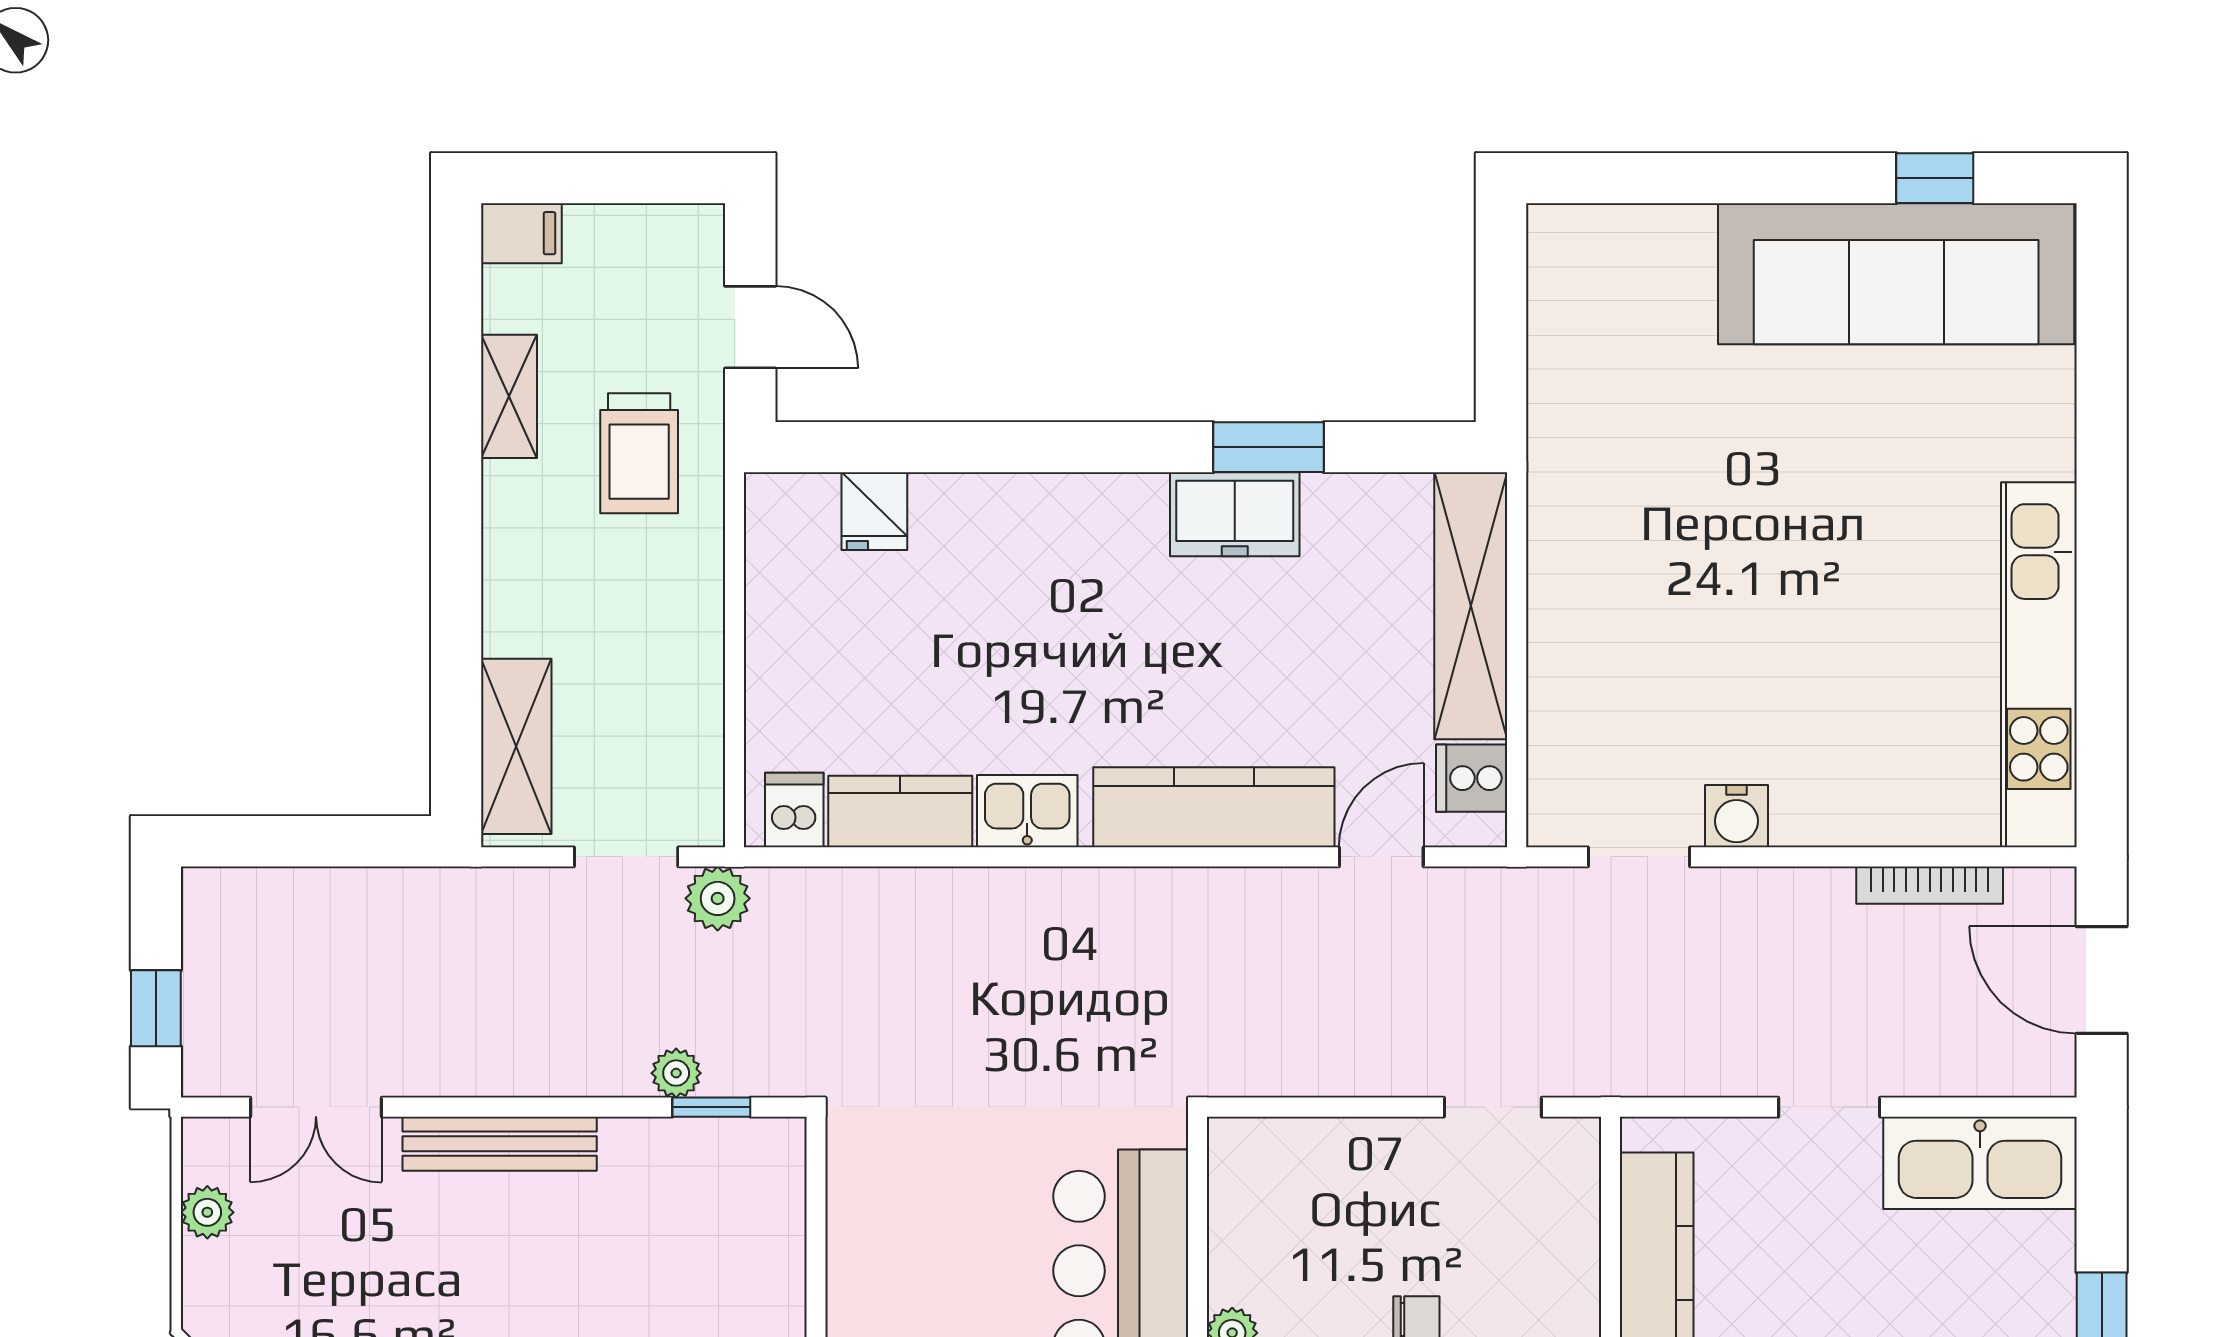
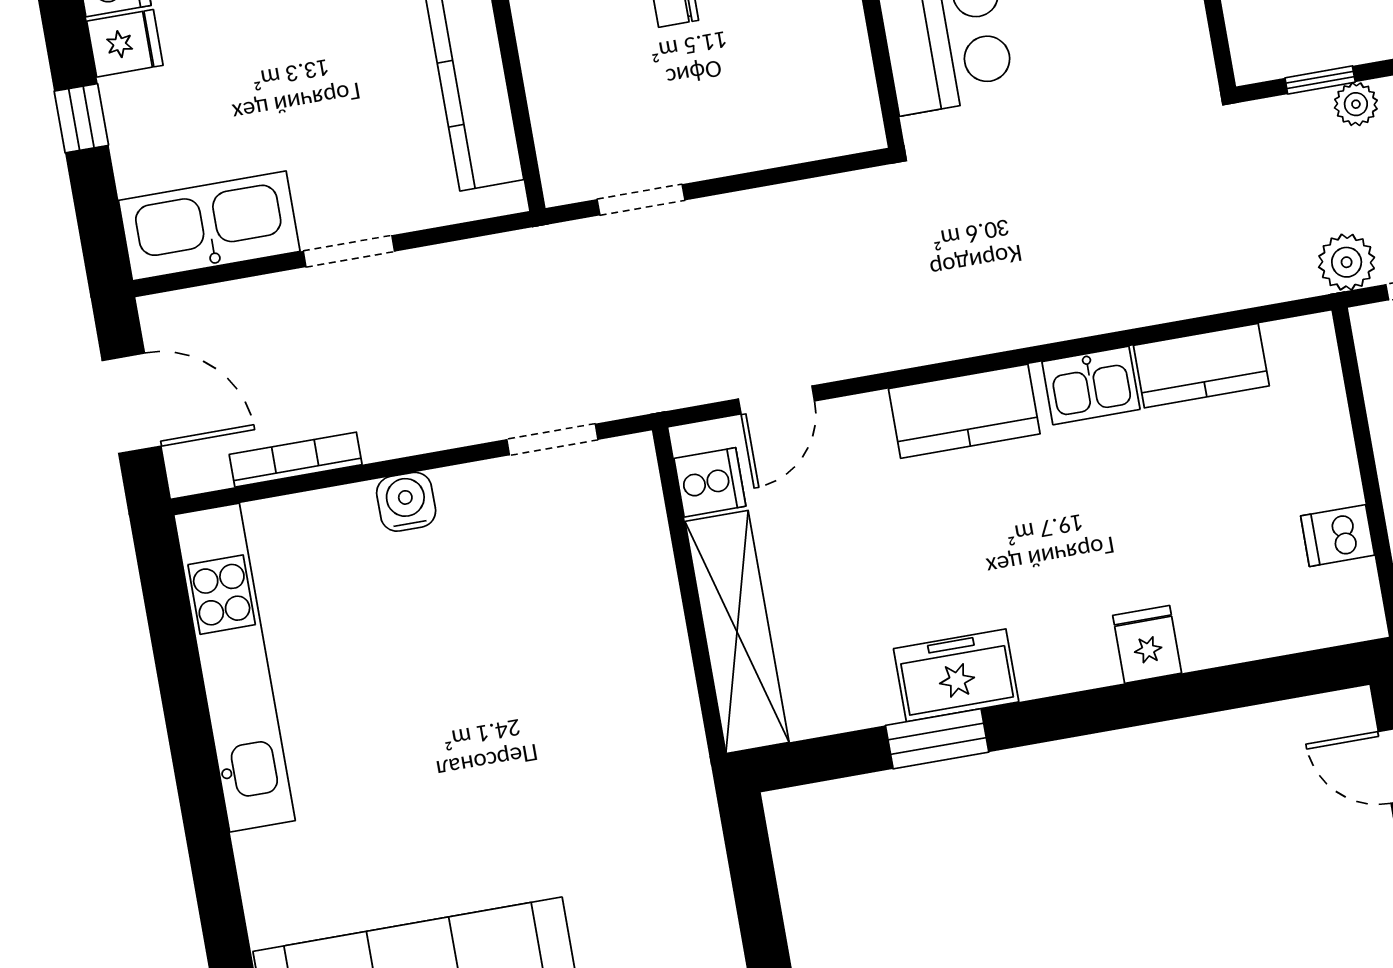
fridge: (874, 511) -> (1147, 644), moved
kitchen counter: (1214, 807) -> (964, 411), width x0.67
dishwasher: (794, 810) -> (1338, 536), moved, turned 90
water cooler: (1736, 816) -> (406, 502), moved

